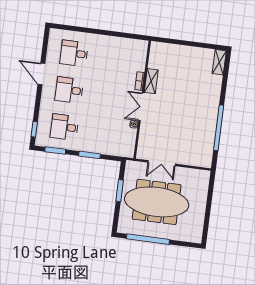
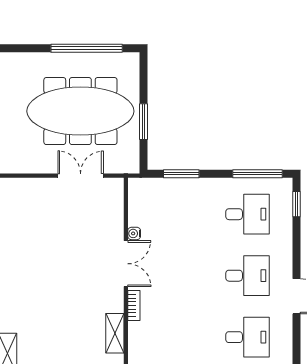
shelving: (151, 81) -> (115, 333), moved
window: (55, 151) -> (257, 174), width x1.44
window: (90, 155) -> (181, 174), moved

